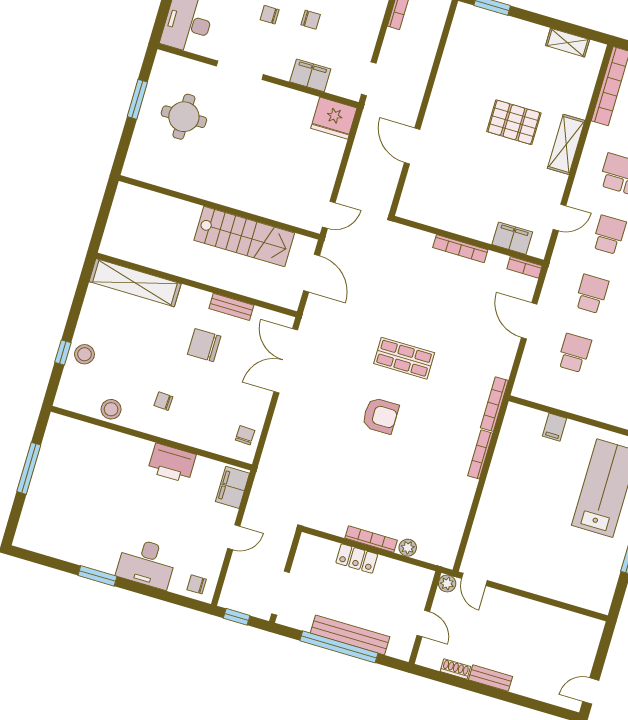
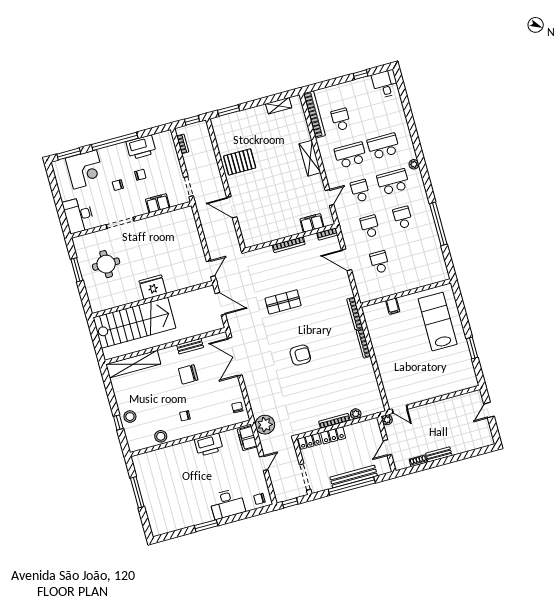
fridge: (334, 118) -> (153, 287), moved, turned 180
pallet: (514, 122) -> (240, 162), moved
stairs: (244, 237) -> (134, 323), moved, width x1.36, depth x1.51
shop shelf: (404, 358) -> (283, 302), moved
plant: (269, 484) -> (265, 425), added
locker: (318, 546) -> (310, 441), added
door: (423, 623) -> (387, 448), swing flipped
door: (591, 691) -> (489, 410), moved

